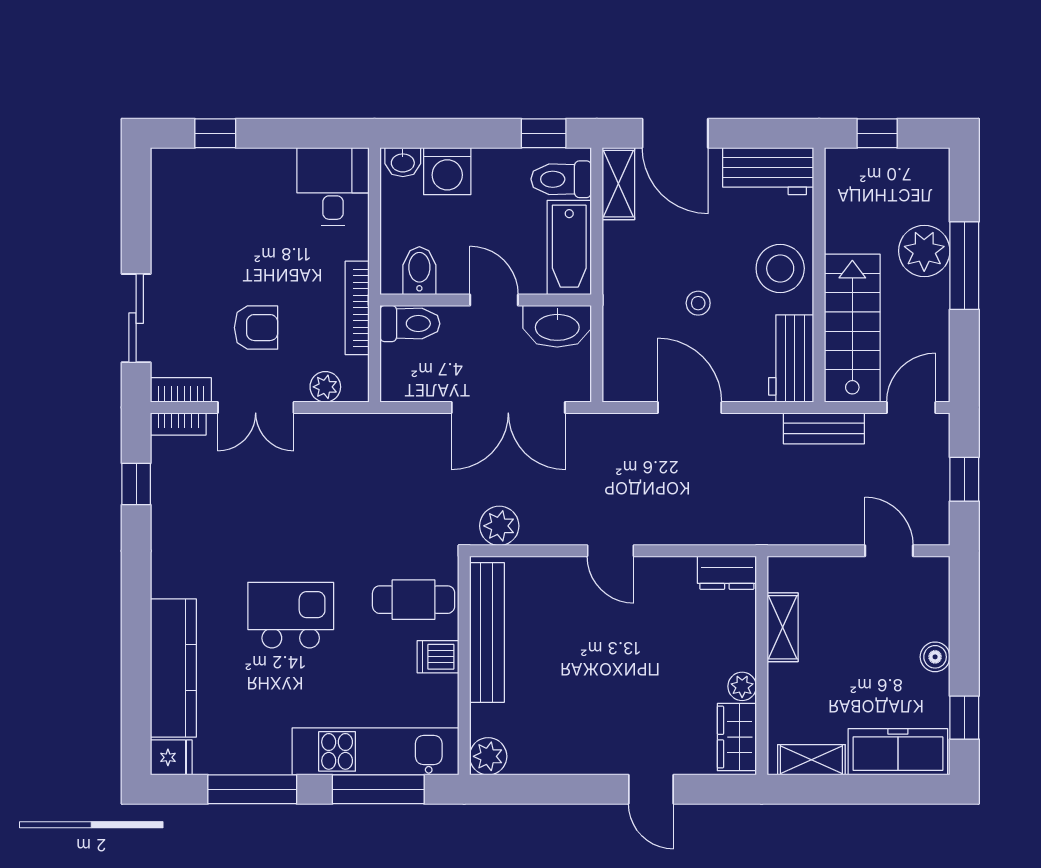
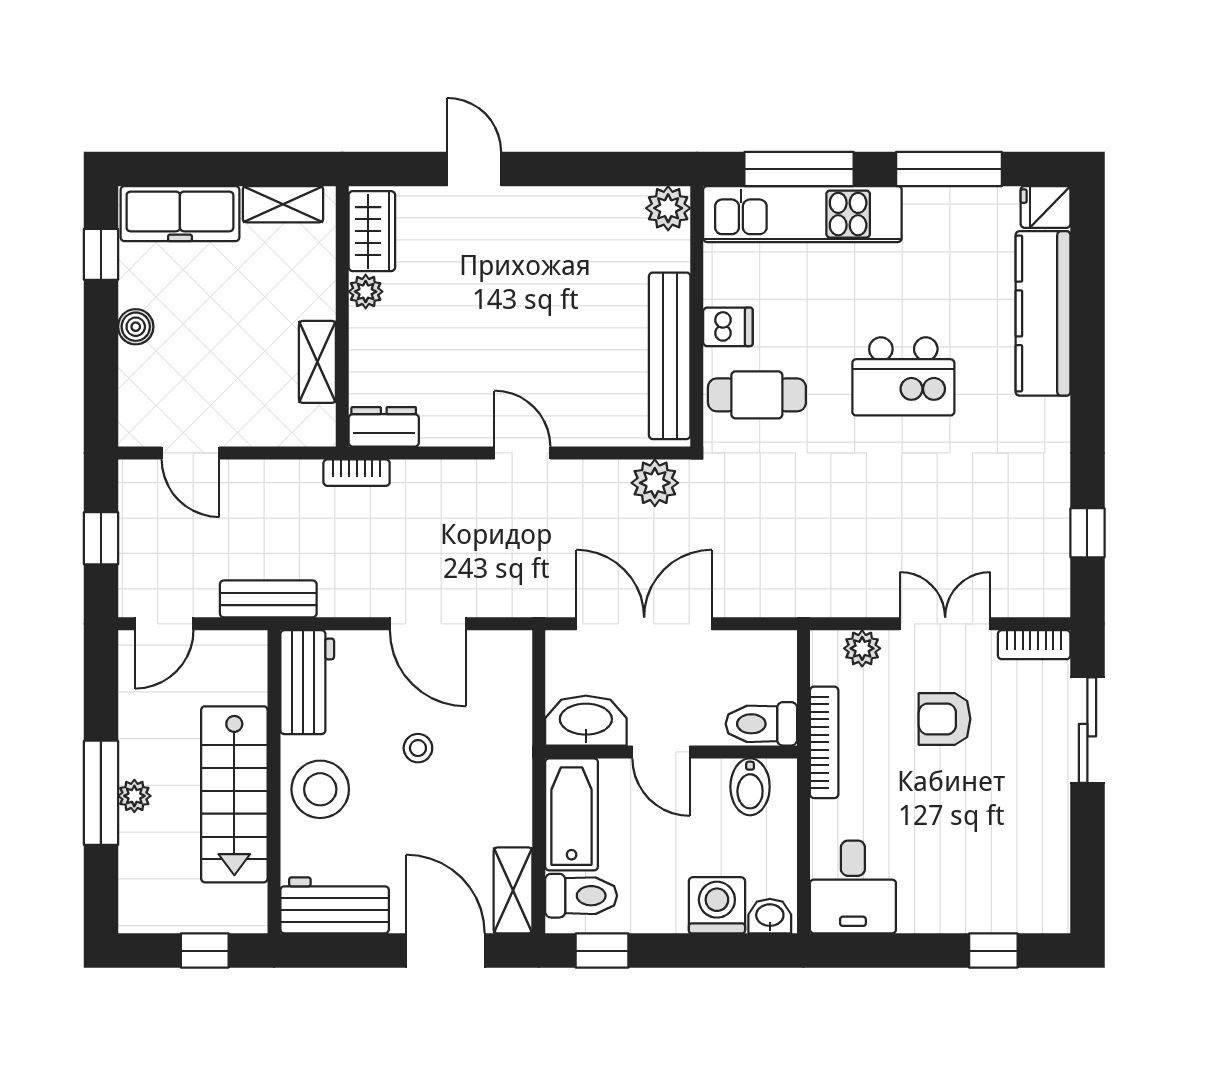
plant: (924, 251) -> (134, 796), width x0.53, depth x0.53
stairs: (852, 328) -> (234, 794), moved
bookcase: (178, 424) -> (357, 473), moved, turned 180

